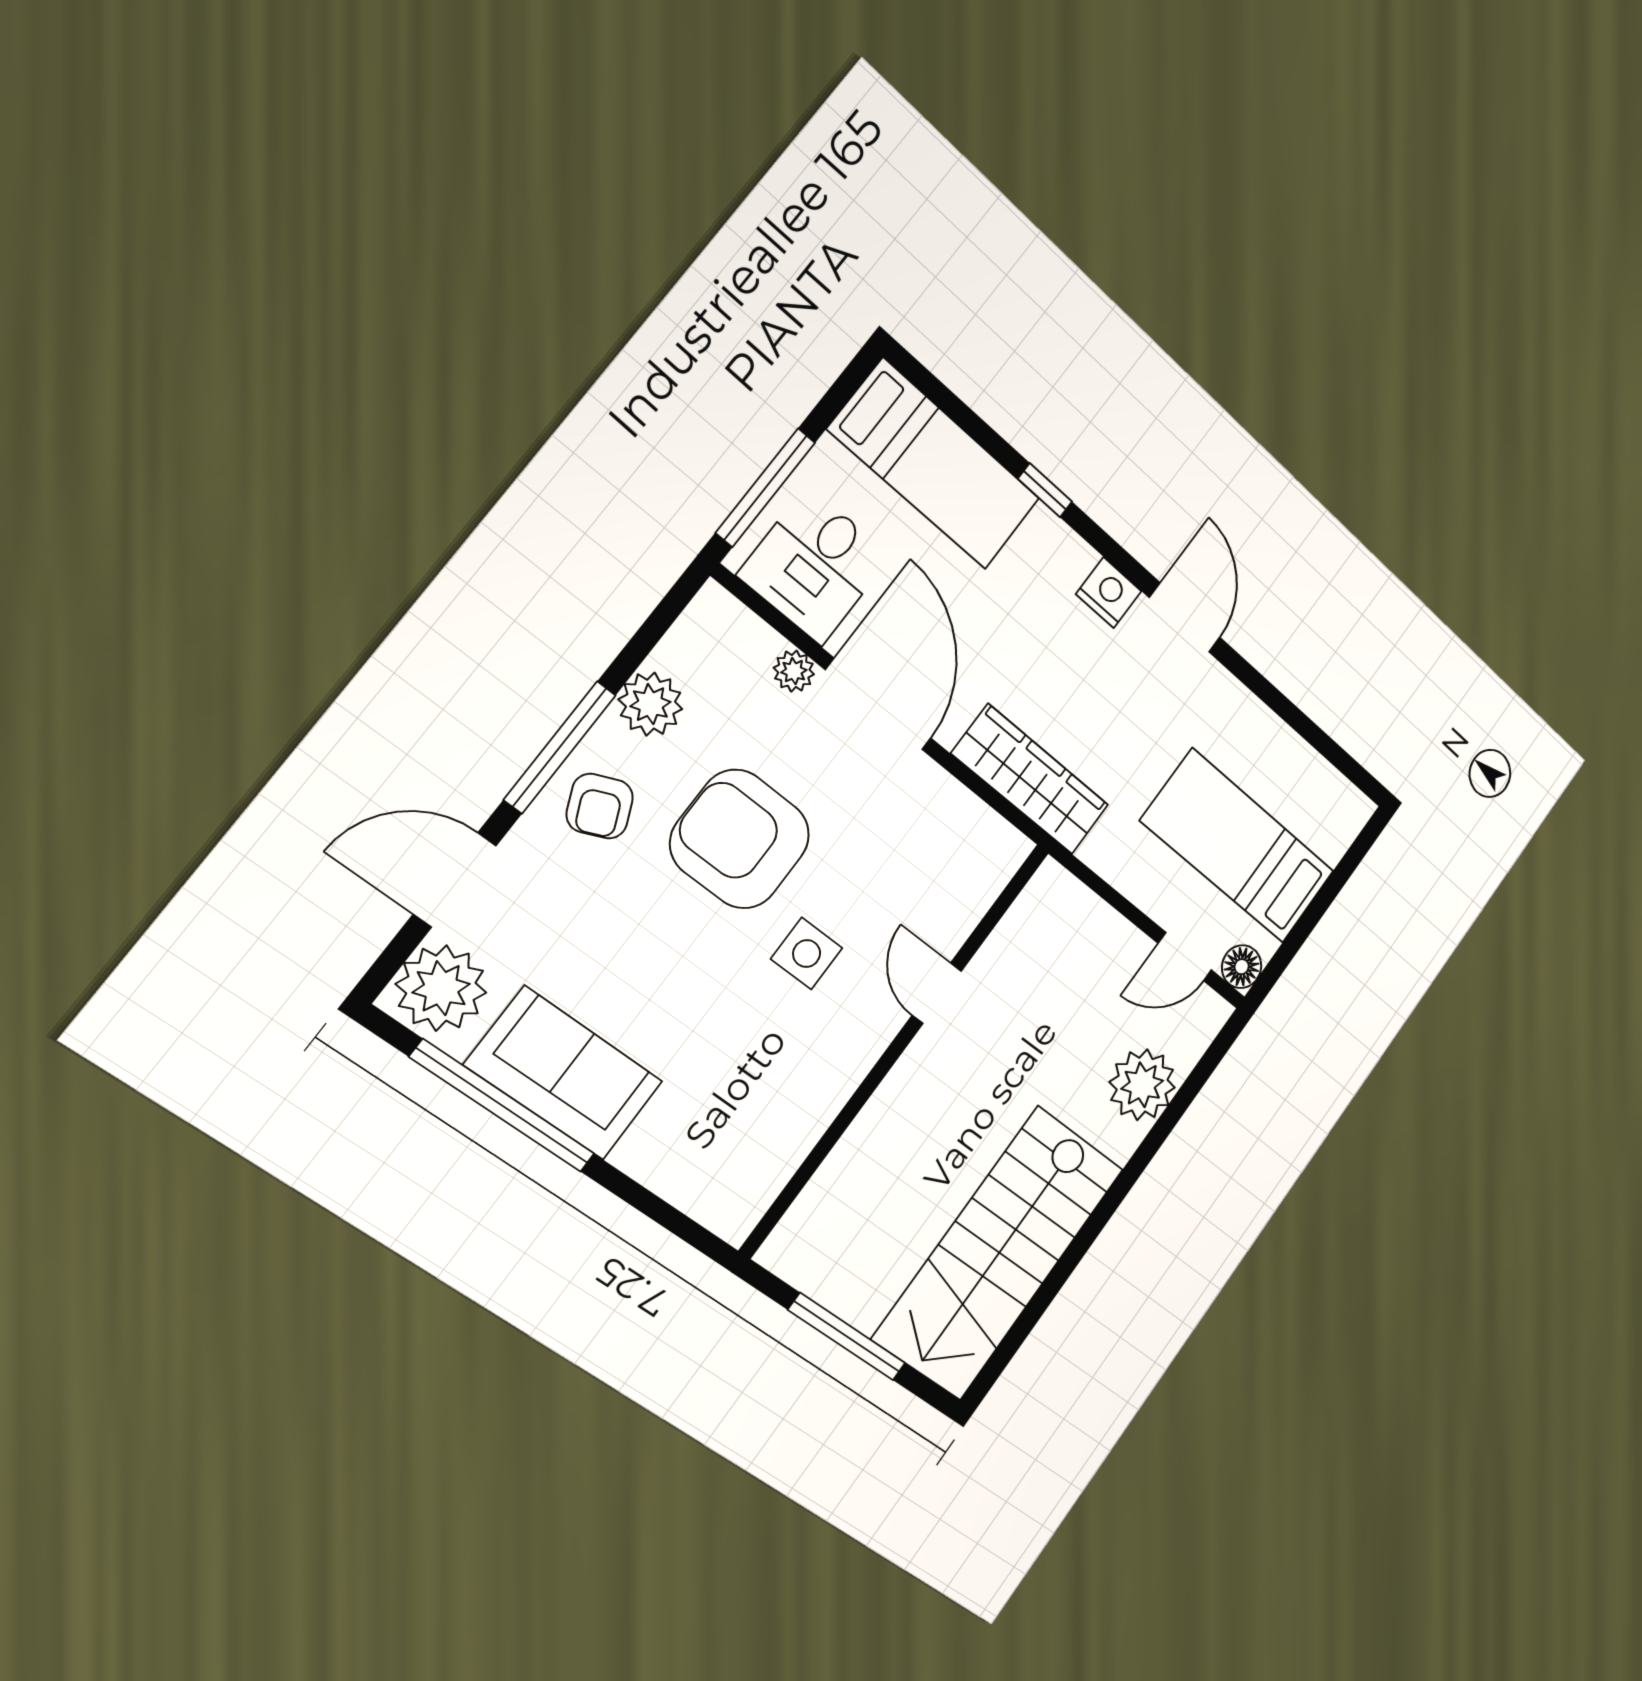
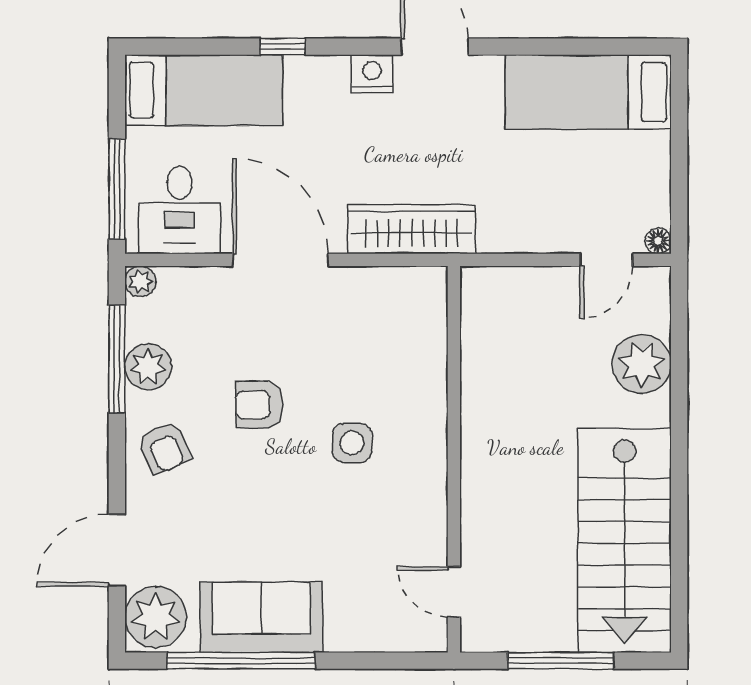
plant: (794, 671) -> (140, 281), moved
window: (560, 747) -> (117, 359), moved
armchair: (740, 839) -> (259, 405), width x0.53, depth x0.53
bed: (1238, 846) -> (588, 92), moved
floor lamp: (1242, 967) -> (658, 241), width x0.73, depth x0.73
door: (937, 993) -> (454, 592), moved

